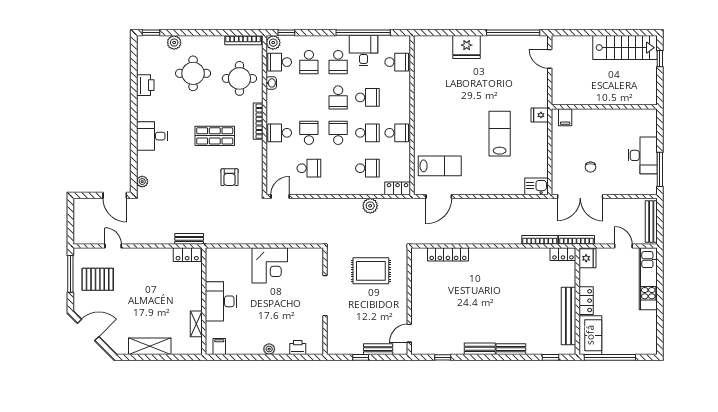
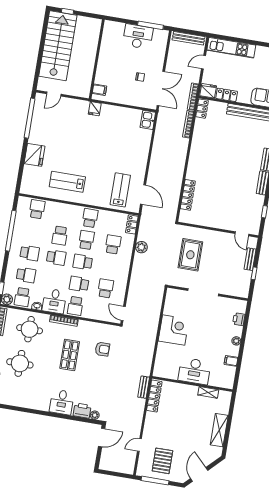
stairs: (625, 48) -> (58, 46), width x1.36, depth x1.51
desk: (364, 51) -> (54, 301), moved, turned -90
printer: (145, 85) -> (82, 411), moved
school desk: (367, 97) -> (60, 236), turned 180
lab bench: (500, 134) -> (67, 182), moved
locker: (187, 255) -> (154, 396), width x1.53
locker: (586, 301) -> (227, 95), moved
filing cabinet: (219, 347) -> (231, 361), moved

